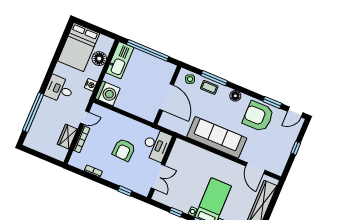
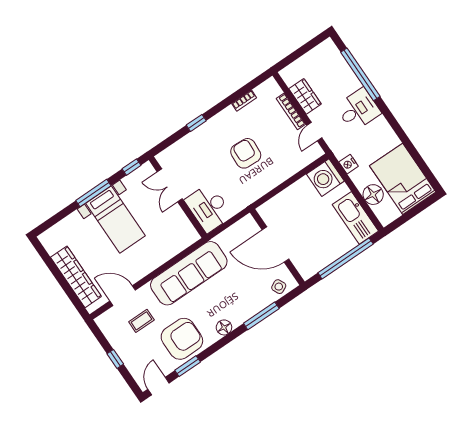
coffee table: (209, 87) -> (141, 321), moved
desk: (59, 89) -> (358, 110), moved
desk: (156, 145) -> (209, 208), moved
wall: (162, 167) -> (178, 197), moved
double door: (158, 177) -> (170, 185), moved

